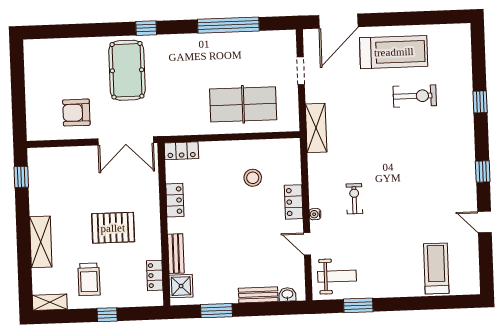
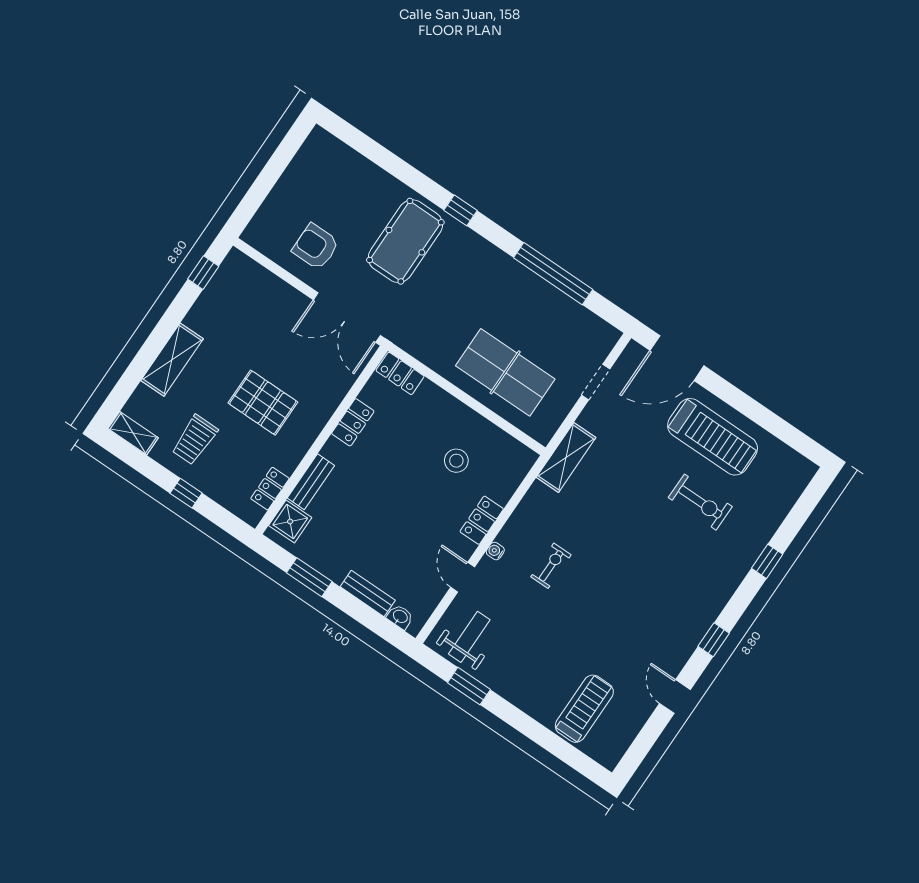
weight bench: (337, 276) -> (469, 637), turned -90

